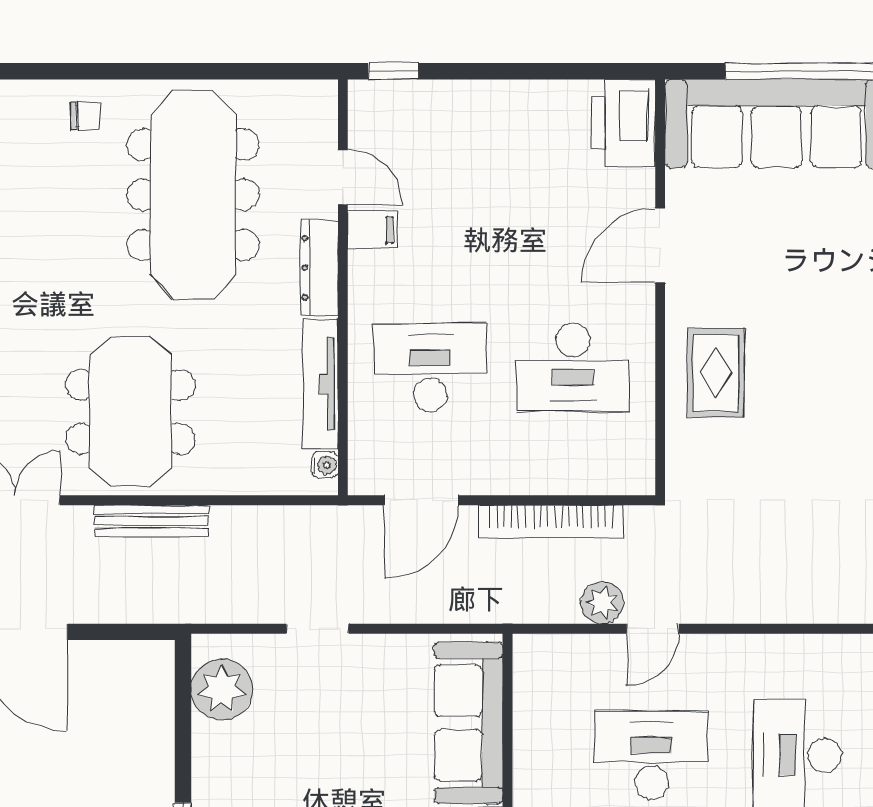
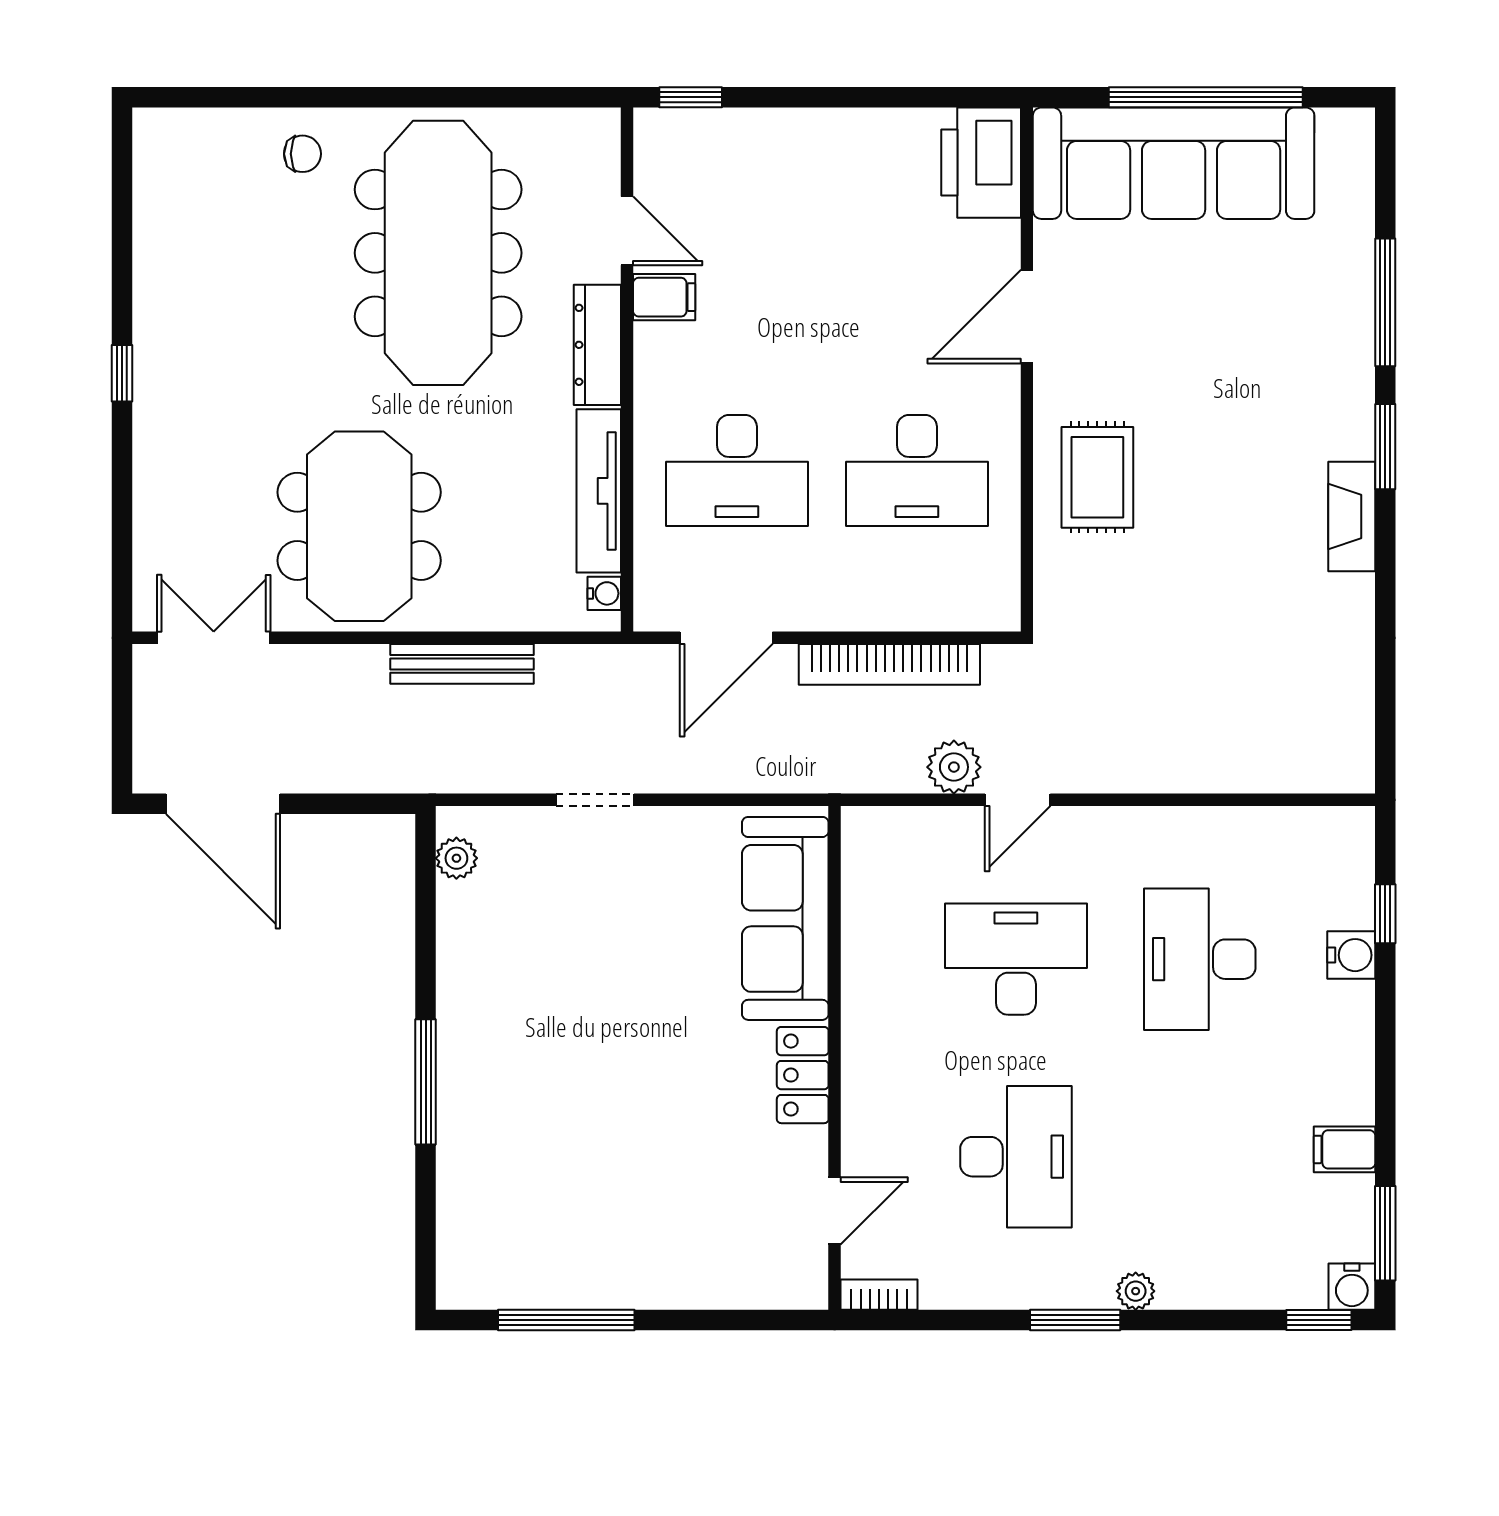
desk: (430, 367) -> (737, 470), turned 180
bench: (152, 521) -> (462, 664), moved
plant: (222, 689) -> (456, 858), width x0.53, depth x0.53

